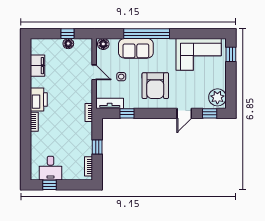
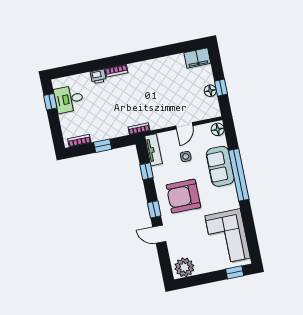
filing cabinet: (37, 66) -> (197, 58), moved
printer: (39, 100) -> (98, 76), moved, width x0.53, depth x0.68
window: (210, 113) -> (154, 209), moved

